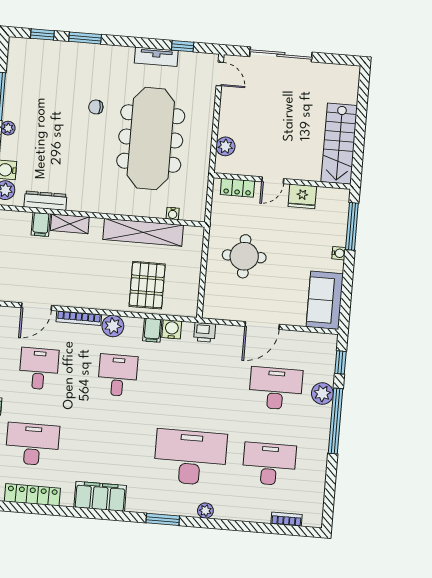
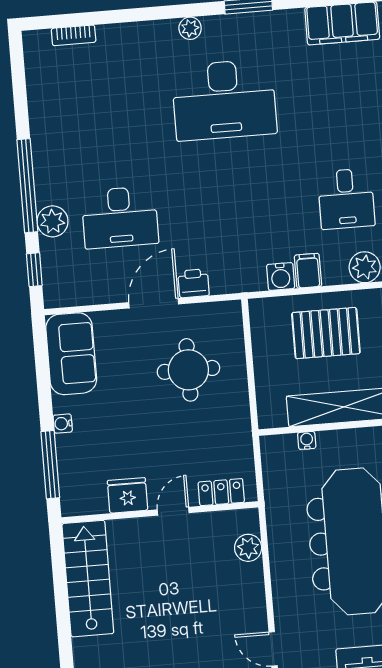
round table: (244, 256) -> (188, 370), moved
pallet: (147, 285) -> (326, 333), turned 90
printer: (205, 332) -> (193, 283), moved
desk: (269, 464) -> (111, 109), removed

